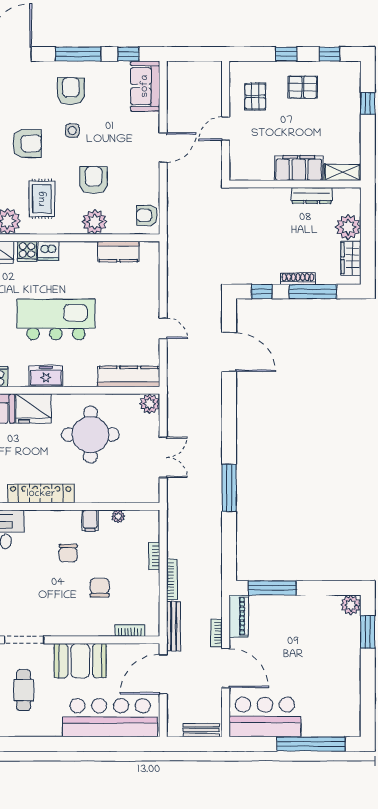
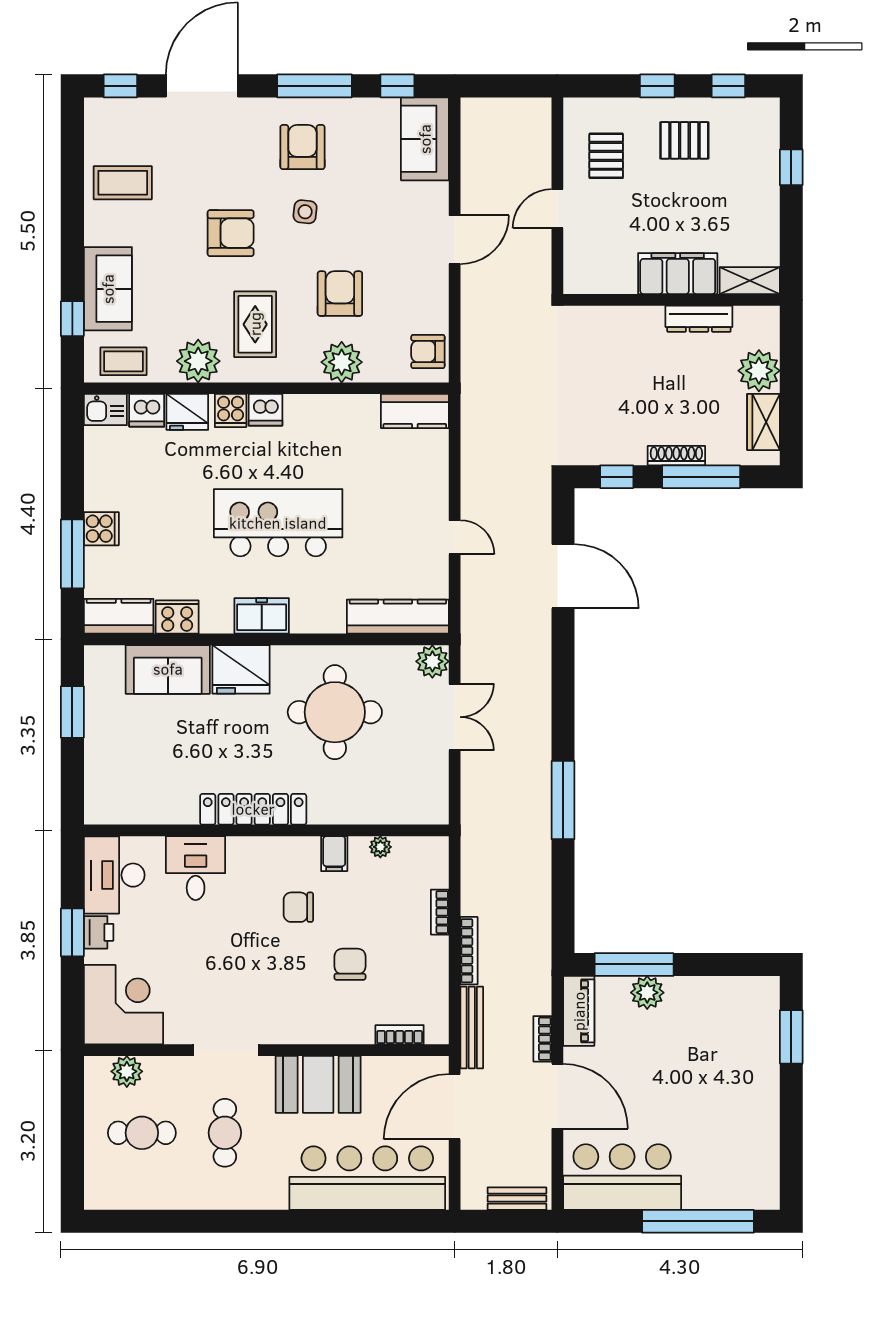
kitchen counter: (118, 252) -> (415, 411), moved
double door: (163, 457) -> (455, 717), moved
chair: (68, 553) -> (298, 907), turned 90
plant: (351, 605) -> (647, 993), moved

